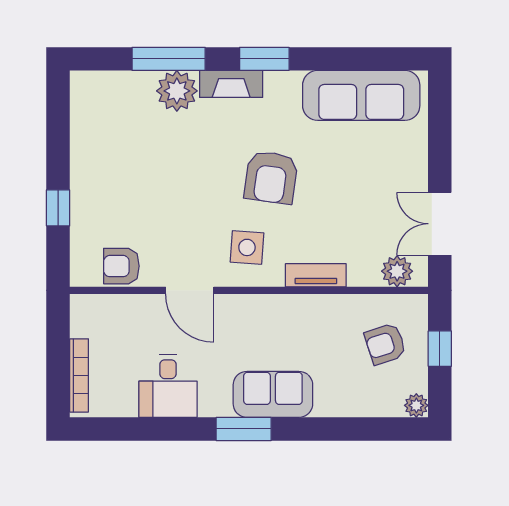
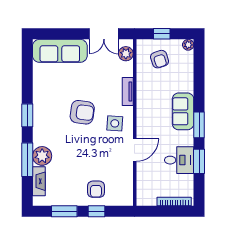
fireplace: (231, 84) -> (39, 181), moved
sofa: (361, 95) -> (60, 51), moved, turned 90
window: (58, 139) -> (64, 211), added
armchair: (121, 266) -> (96, 189), moved
window: (165, 429) -> (199, 161), added

